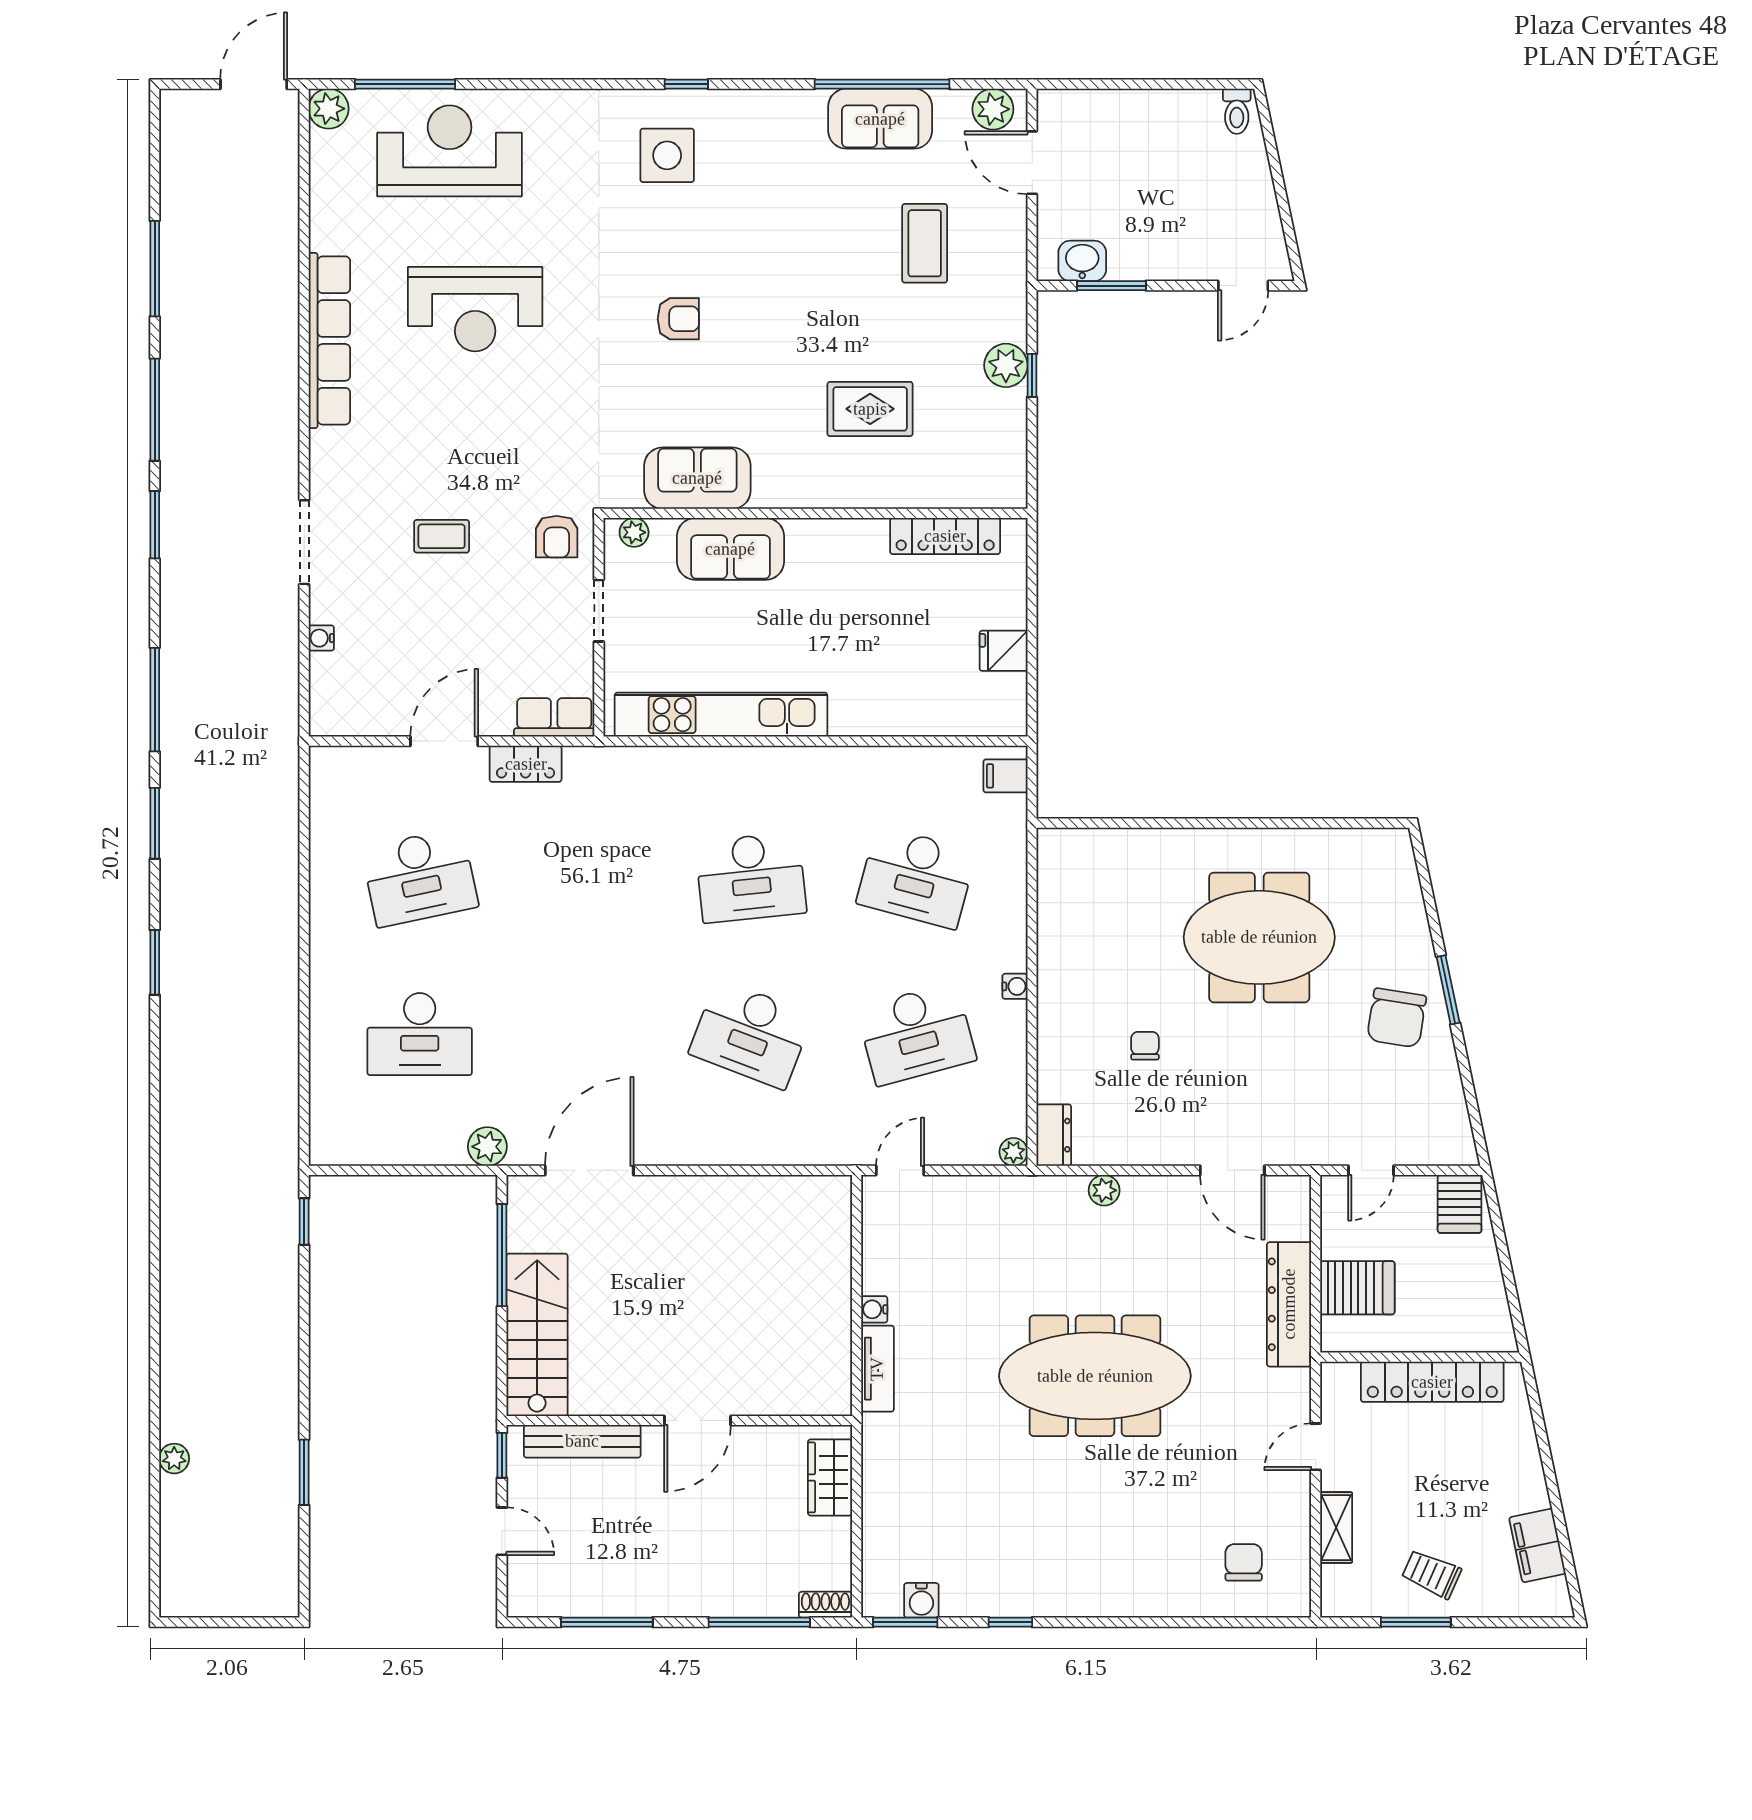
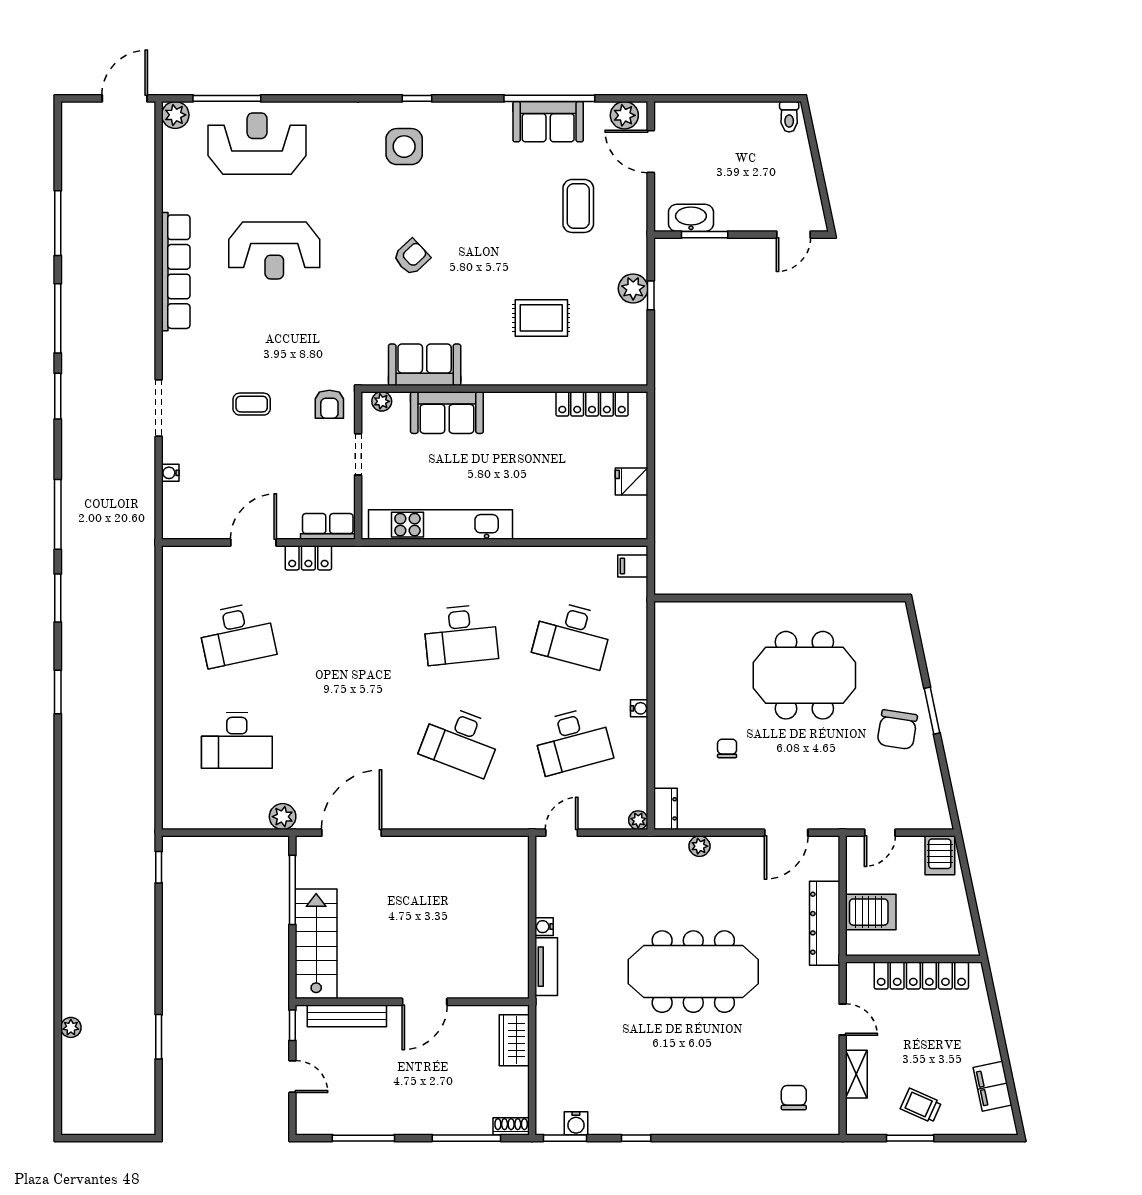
washbasin: (1082, 261) -> (691, 218), width x1.38
armchair: (678, 319) -> (412, 257), turned -43
door: (1232, 1170) -> (786, 833), hinge flipped
door: (1316, 1447) -> (843, 1020), swing flipped

